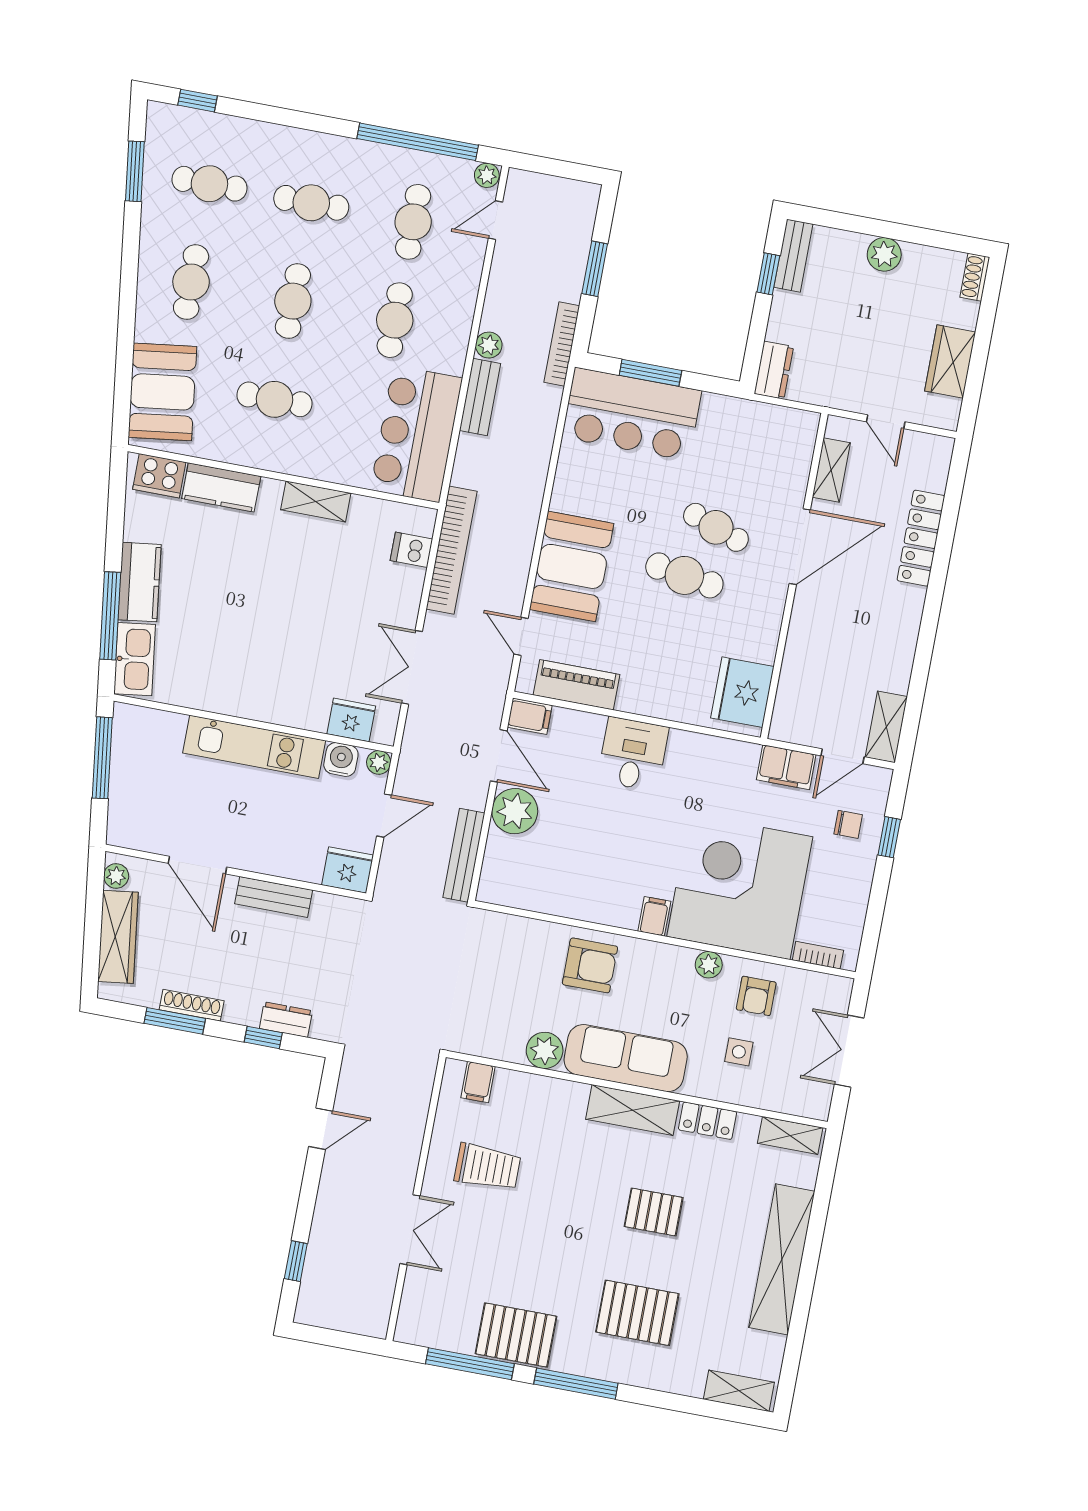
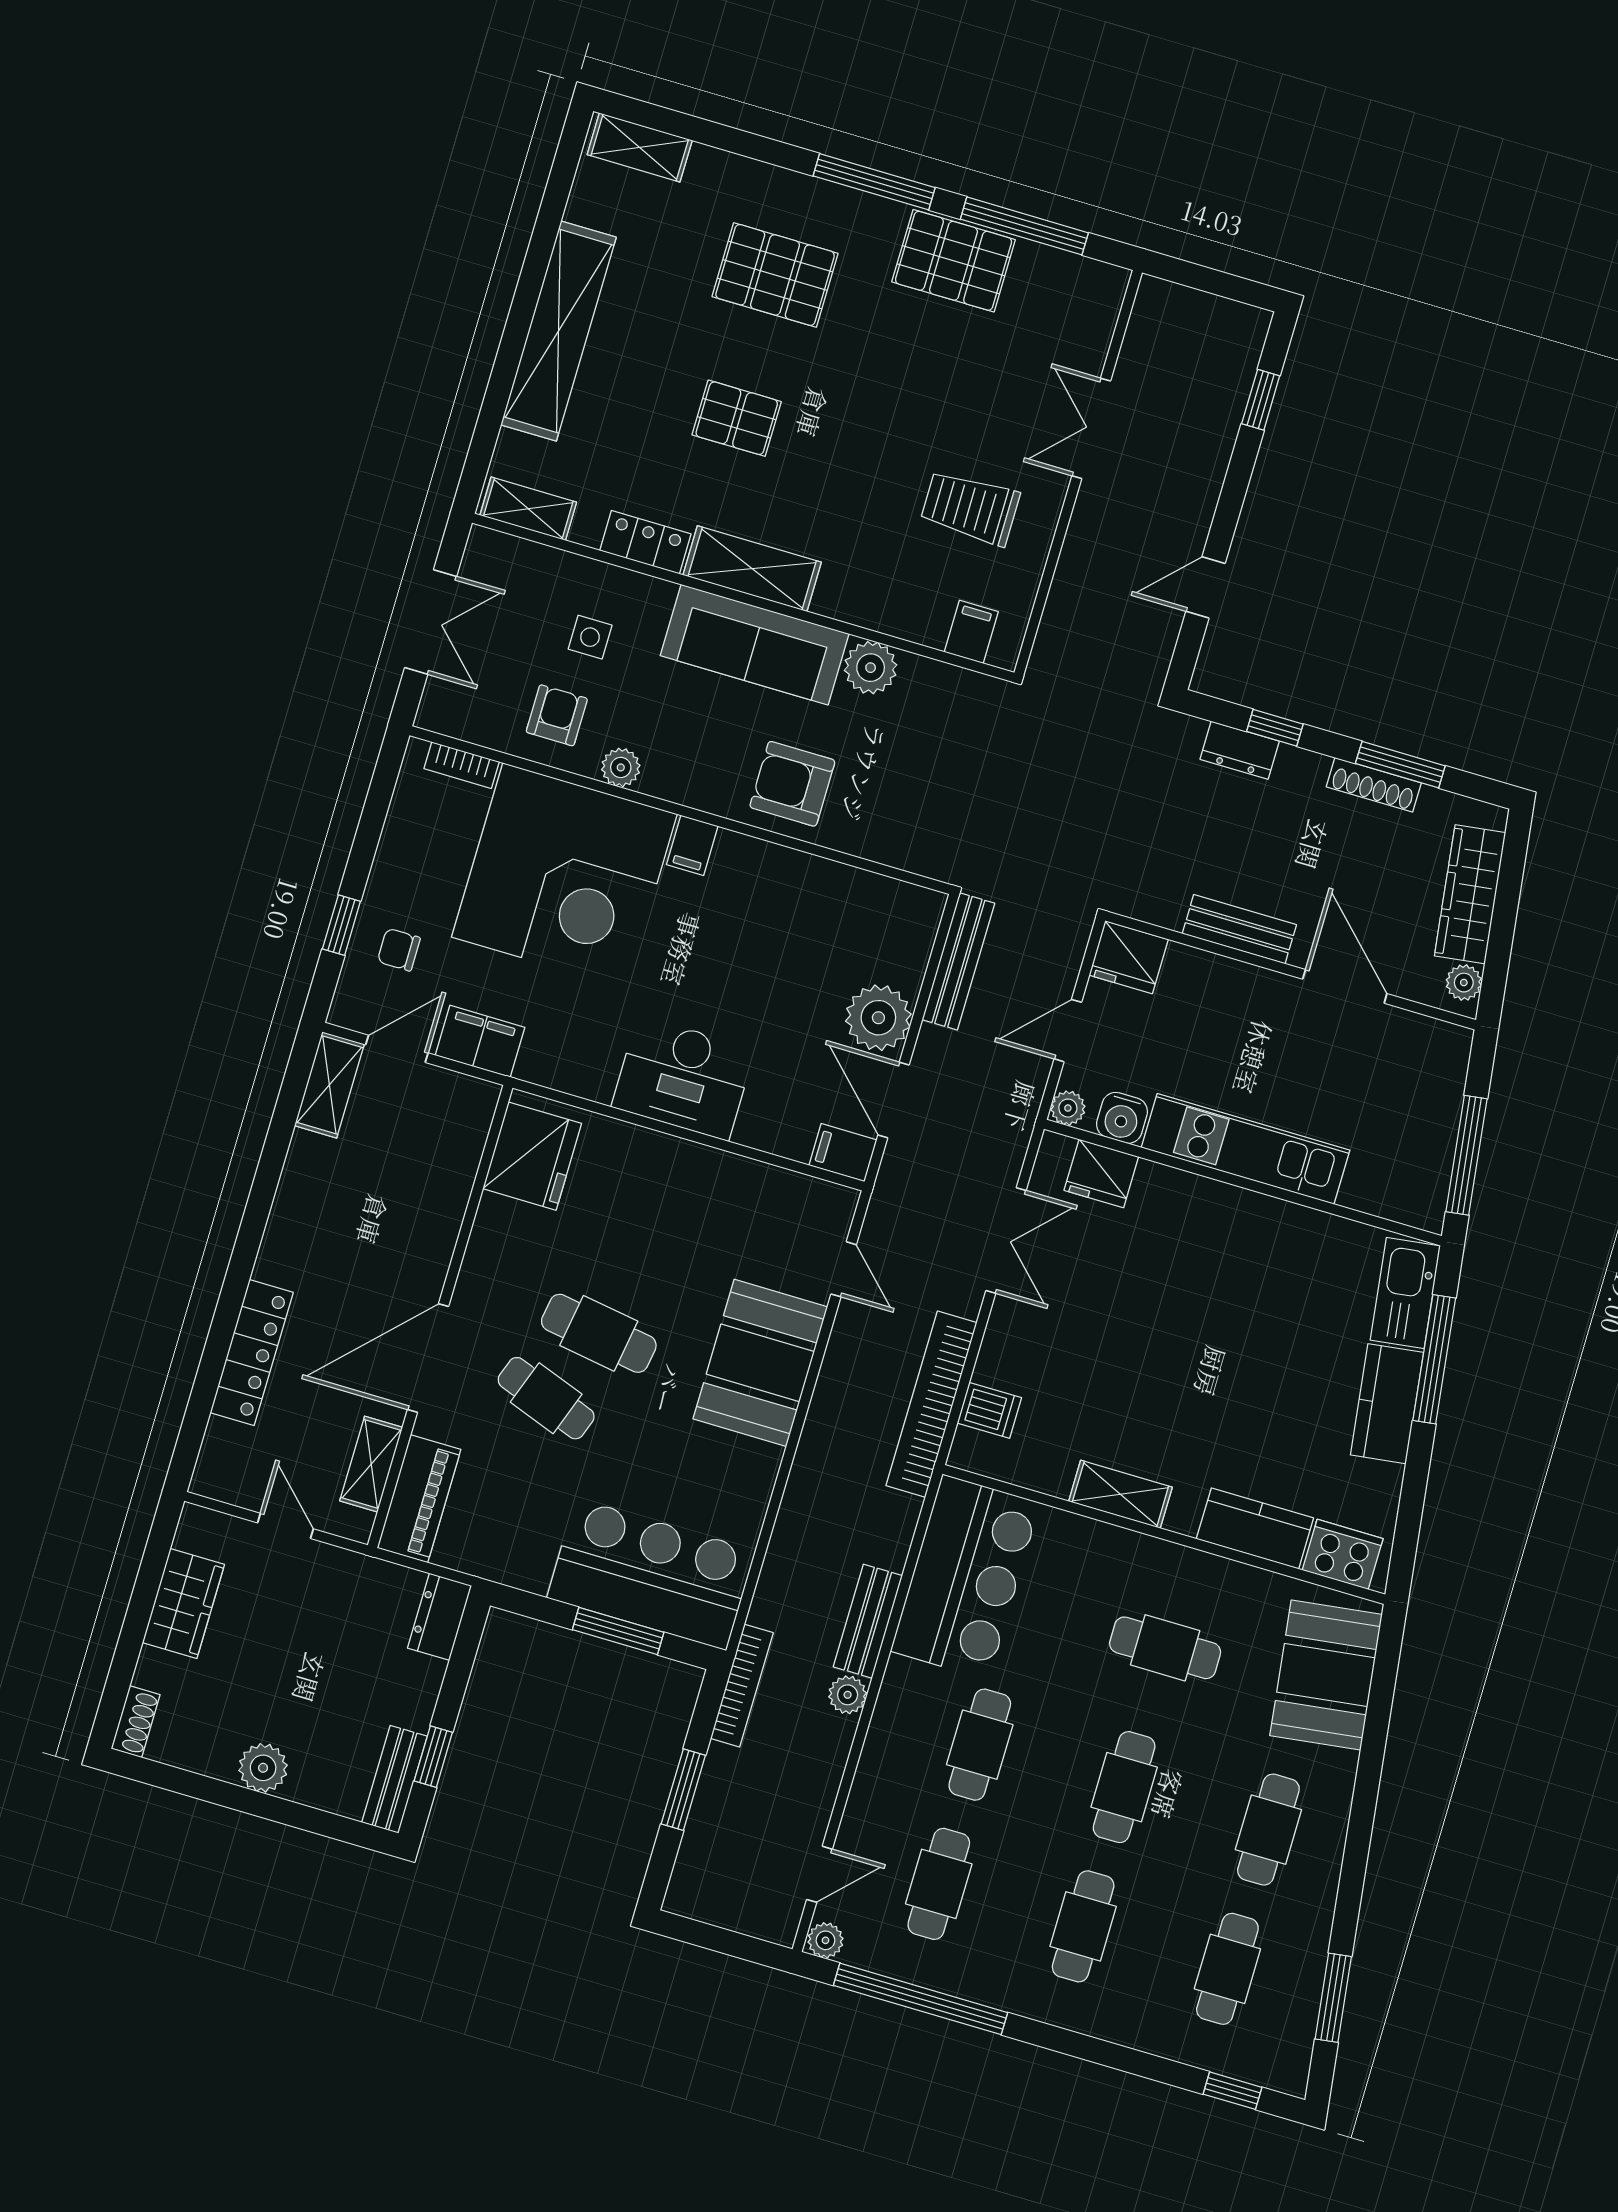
cafe table: (209, 184) -> (1227, 1969), turned 90
cafe table: (311, 203) -> (1083, 1926), turned 90
piano: (577, 685) -> (419, 1499), moved, turned -90
desk: (633, 754) -> (683, 1078), width x1.37

